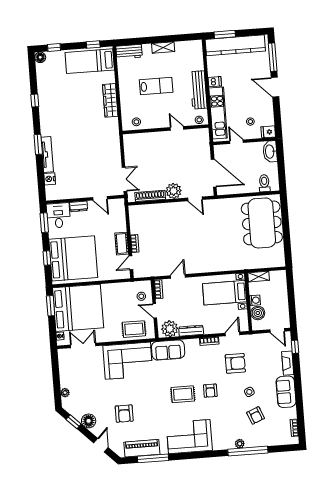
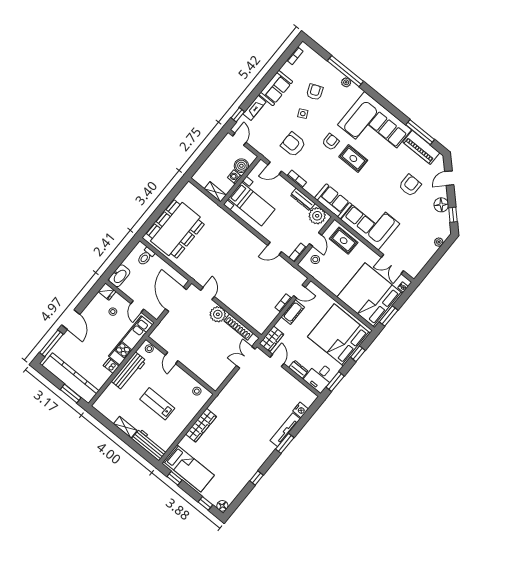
workbench: (129, 52) -> (149, 445), width x1.38
wardrobe: (119, 210) -> (272, 339), added
corner sofa: (189, 437) -> (375, 127), width x1.36, depth x1.36

